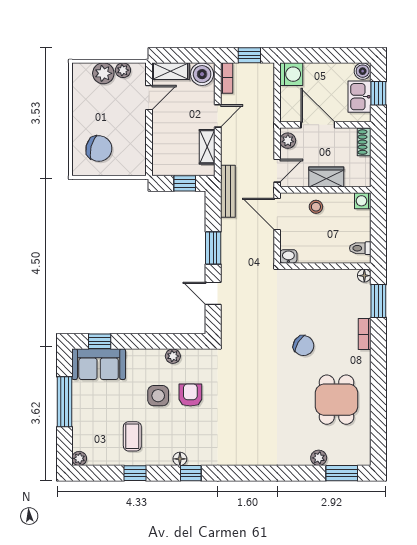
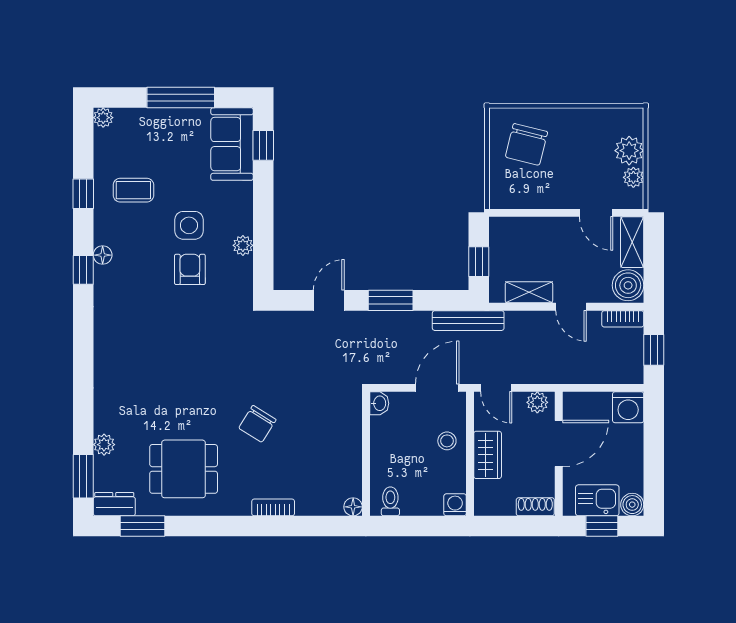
window: (378, 301) -> (143, 526), moved
armchair: (190, 395) -> (190, 269), turned -90
dresser: (362, 450) -> (114, 504), added

